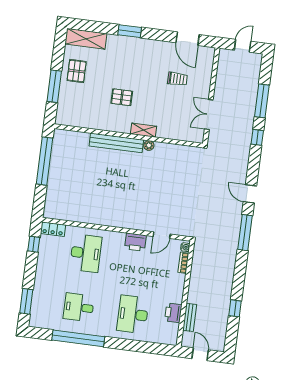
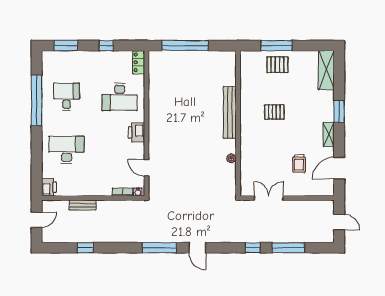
pallet: (77, 71) -> (277, 65), moved
pallet: (122, 97) -> (274, 112), turned 90
shelving: (144, 130) -> (329, 134), moved
plant: (149, 145) -> (231, 158), moved
window: (44, 161) -> (185, 46), moved
door: (250, 194) -> (197, 248), swing flipped
printer: (135, 242) -> (137, 132), moved
window: (34, 244) -> (106, 46), moved
printer: (173, 313) -> (49, 187), moved, turned 90
bench: (190, 317) -> (82, 205), moved

